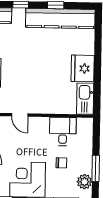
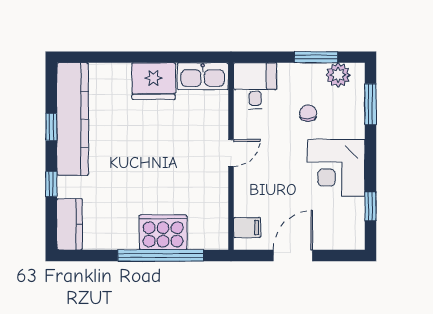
door: (20, 115) -> (231, 153), moved
desk: (63, 131) -> (255, 86), moved, turned 90

